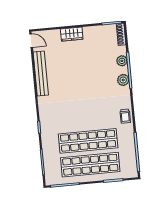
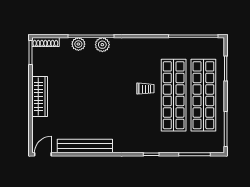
wardrobe: (72, 34) -> (40, 97), width x1.50
trolley: (125, 116) -> (145, 89), moved

